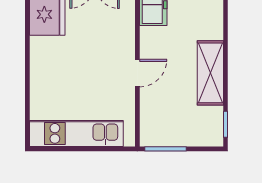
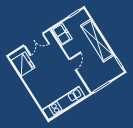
shelving: (210, 73) -> (97, 41), width x1.47

